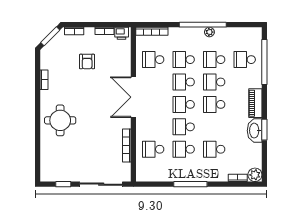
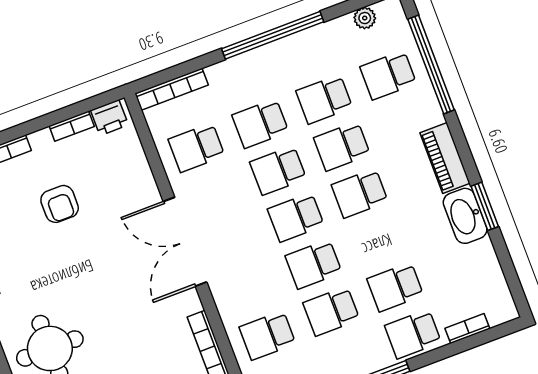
plant: (209, 32) -> (365, 18), moved
school desk: (214, 172) -> (413, 334), added
plant: (255, 175) -> (501, 308), removed

